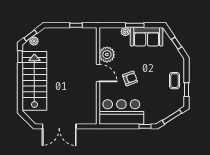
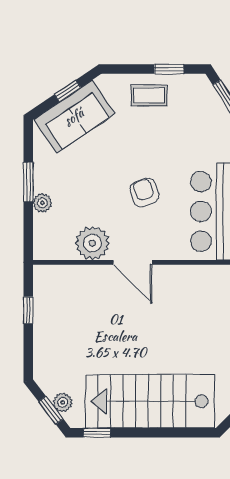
sofa: (147, 37) -> (74, 117), moved, turned 56
door: (98, 73) -> (133, 262), swing flipped

